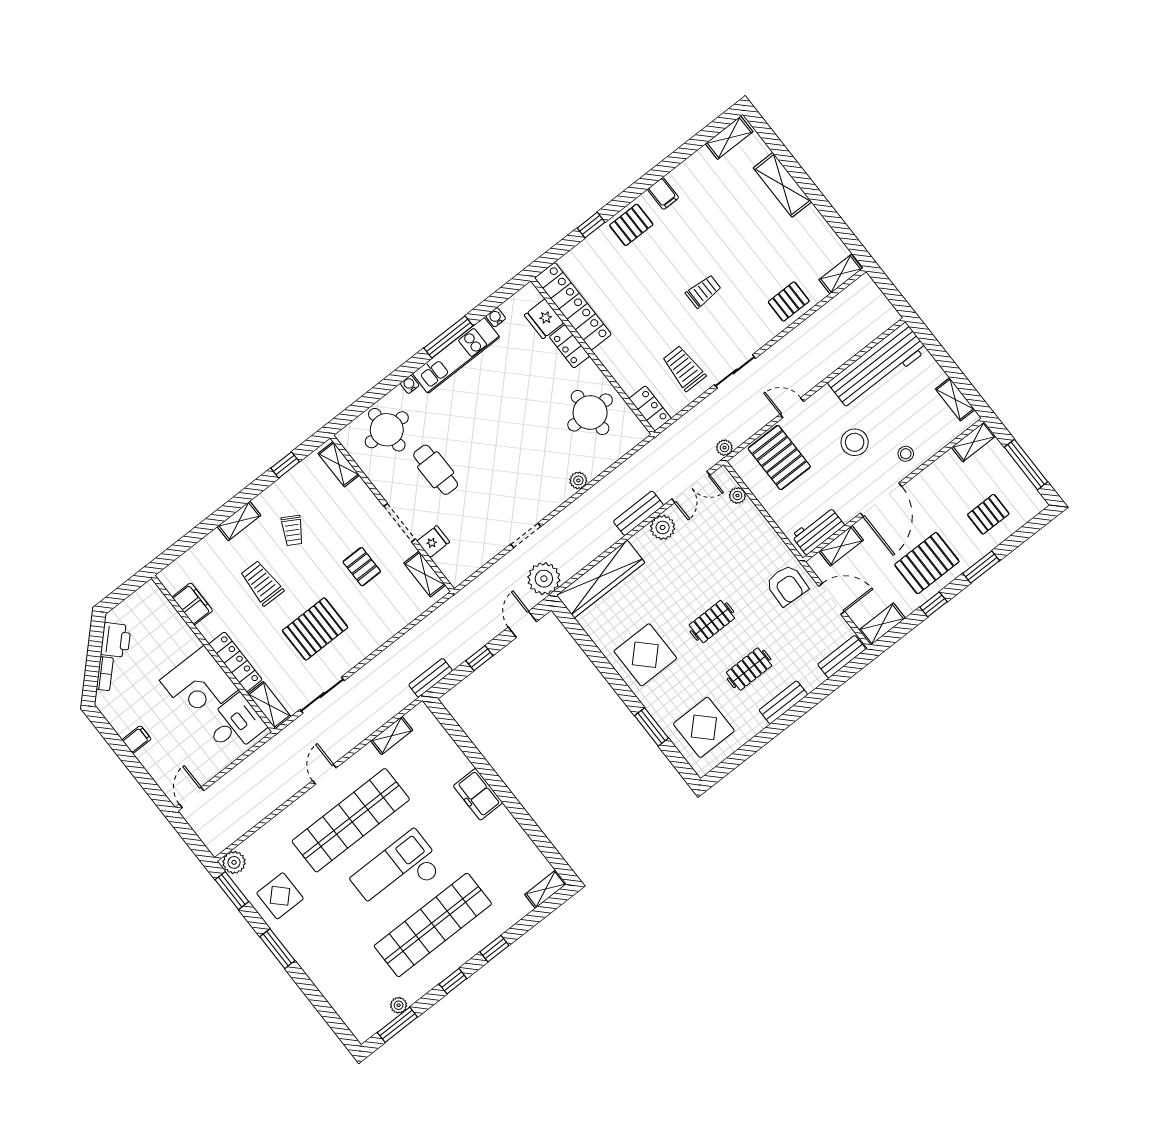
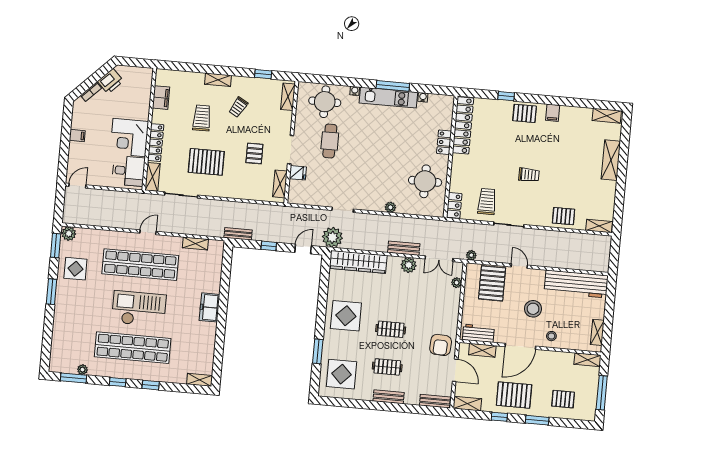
fridge: (544, 319) -> (444, 119), removed

